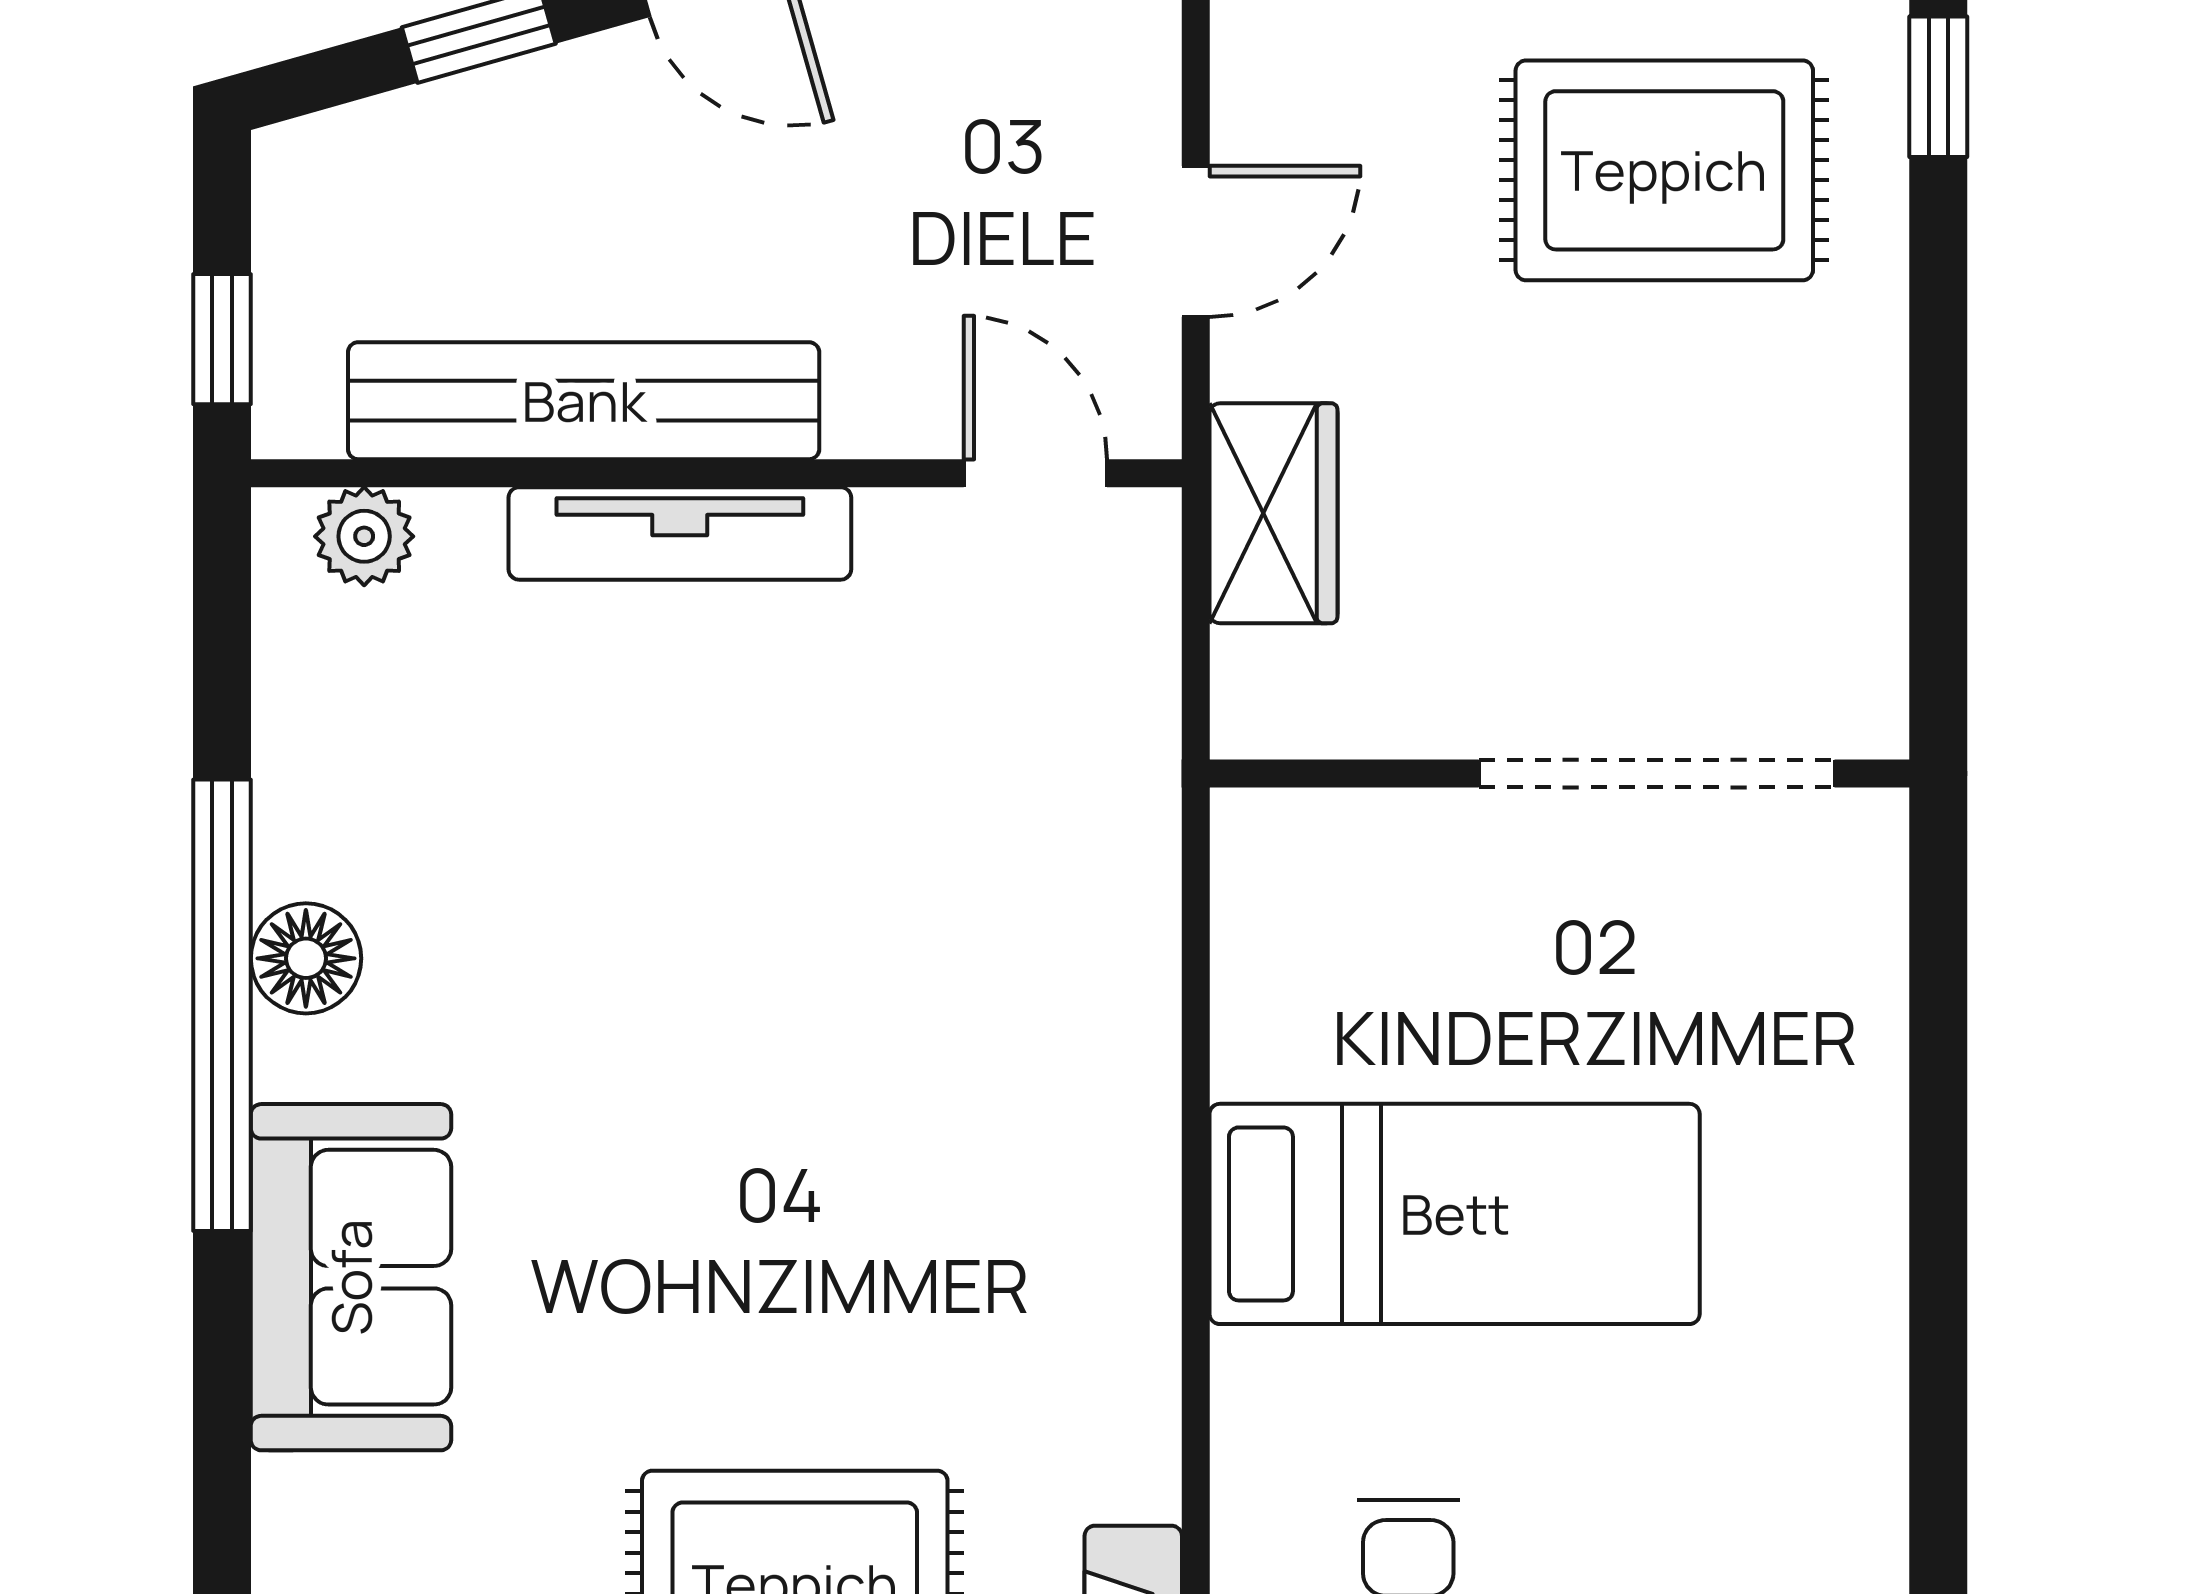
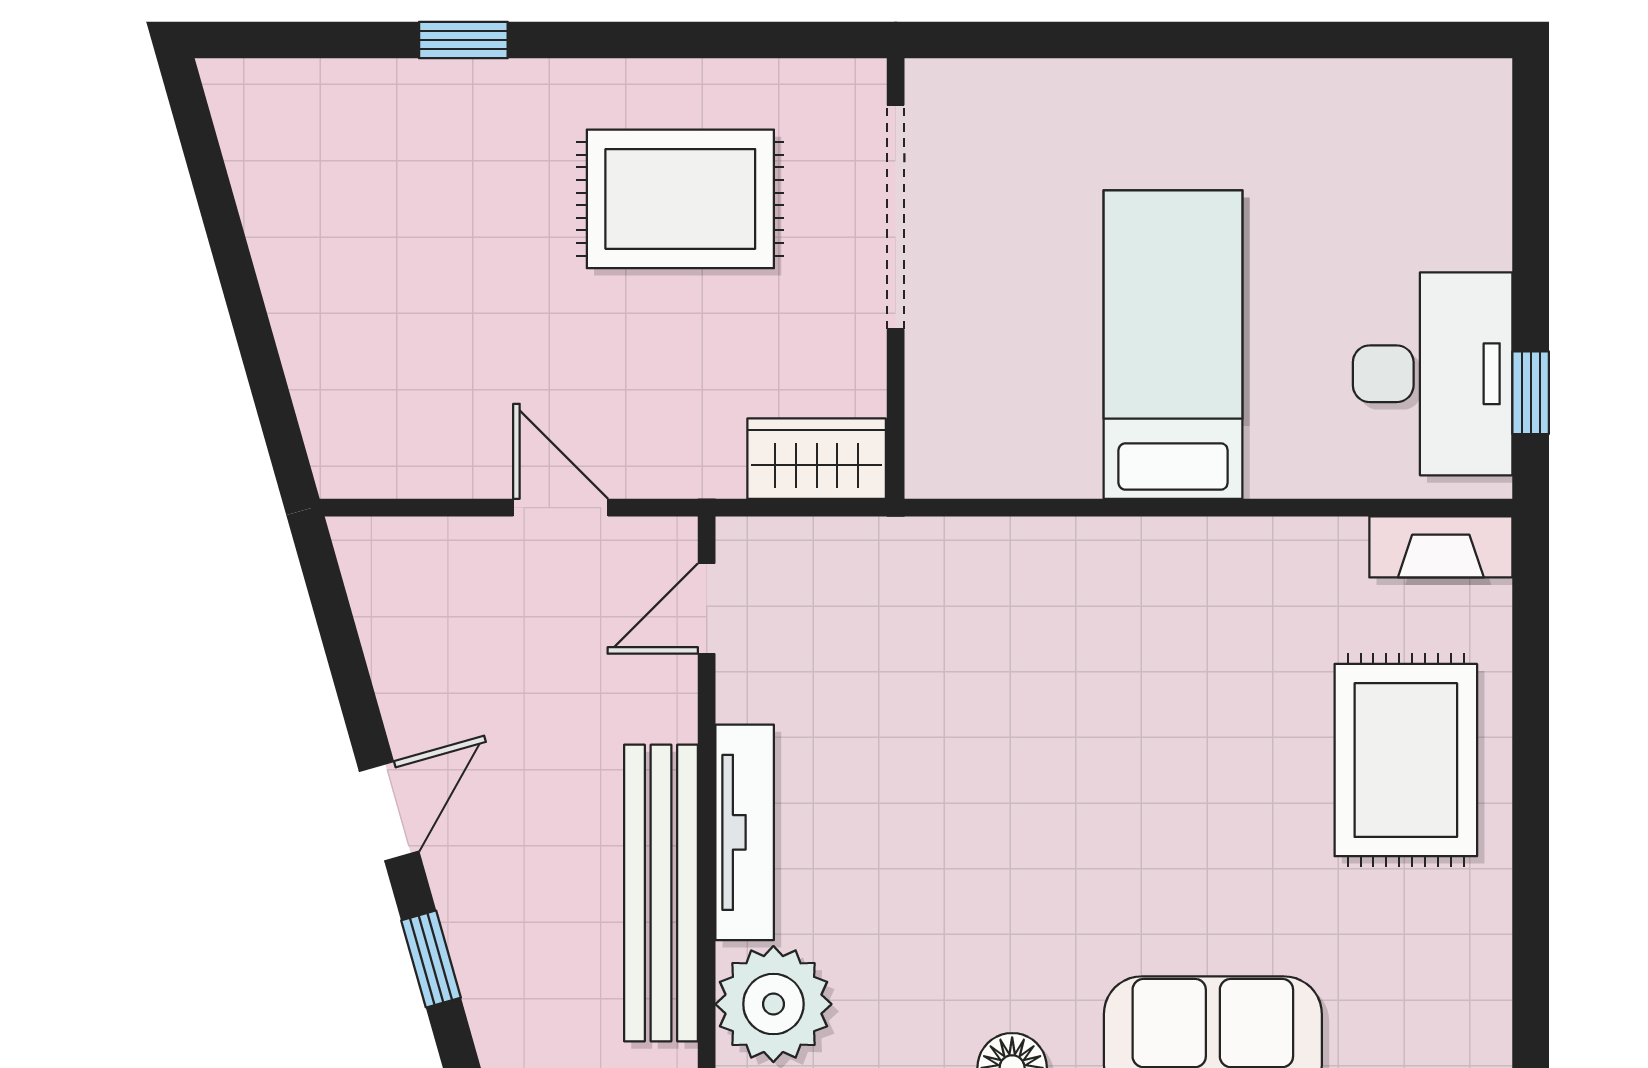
rug: (1664, 170) -> (680, 199), moved, turned 90
wardrobe: (1273, 513) -> (817, 459), moved
plant: (364, 536) -> (773, 1004), width x1.87, depth x1.87

